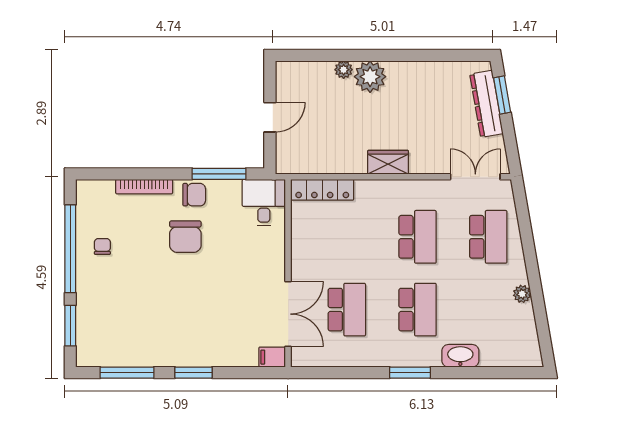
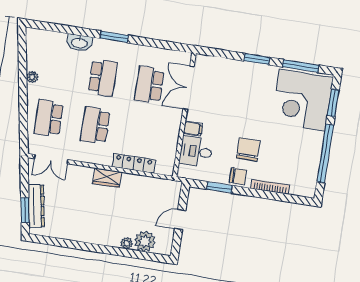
plant: (370, 77) -> (145, 241), moved
window: (219, 174) -> (220, 187), width x0.69
locker: (322, 190) -> (134, 163), moved
chair: (194, 195) -> (238, 176), turned 180
desk: (264, 203) -> (196, 152), moved, turned 90
chair: (102, 247) -> (304, 152), removed
school desk: (418, 310) -> (103, 78), turned 180
corner desk: (117, 322) -> (302, 100), added
filing cabinet: (272, 357) -> (193, 129), moved

